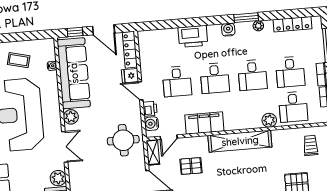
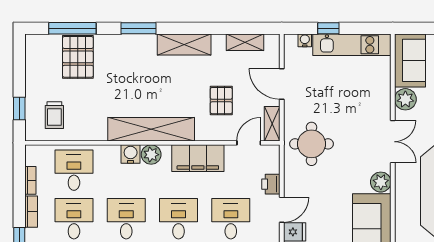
door: (141, 91) -> (282, 210), hinge flipped
plant: (269, 120) -> (151, 155), moved
water cooler: (151, 124) -> (131, 154), moved, turned -90
double door: (65, 147) -> (393, 142), swing flipped
pallet: (191, 166) -> (221, 101), turned 90

